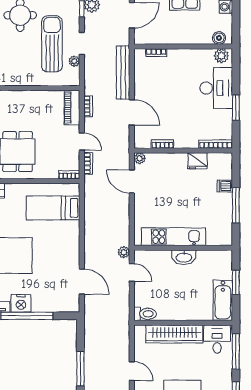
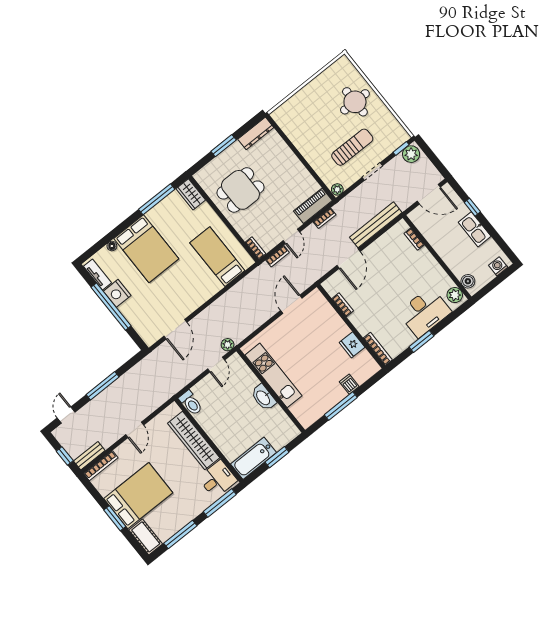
sun lounger: (52, 44) -> (352, 147), width x0.73, depth x0.75
plant: (74, 61) -> (337, 189), moved
plant: (140, 158) -> (316, 295), removed

